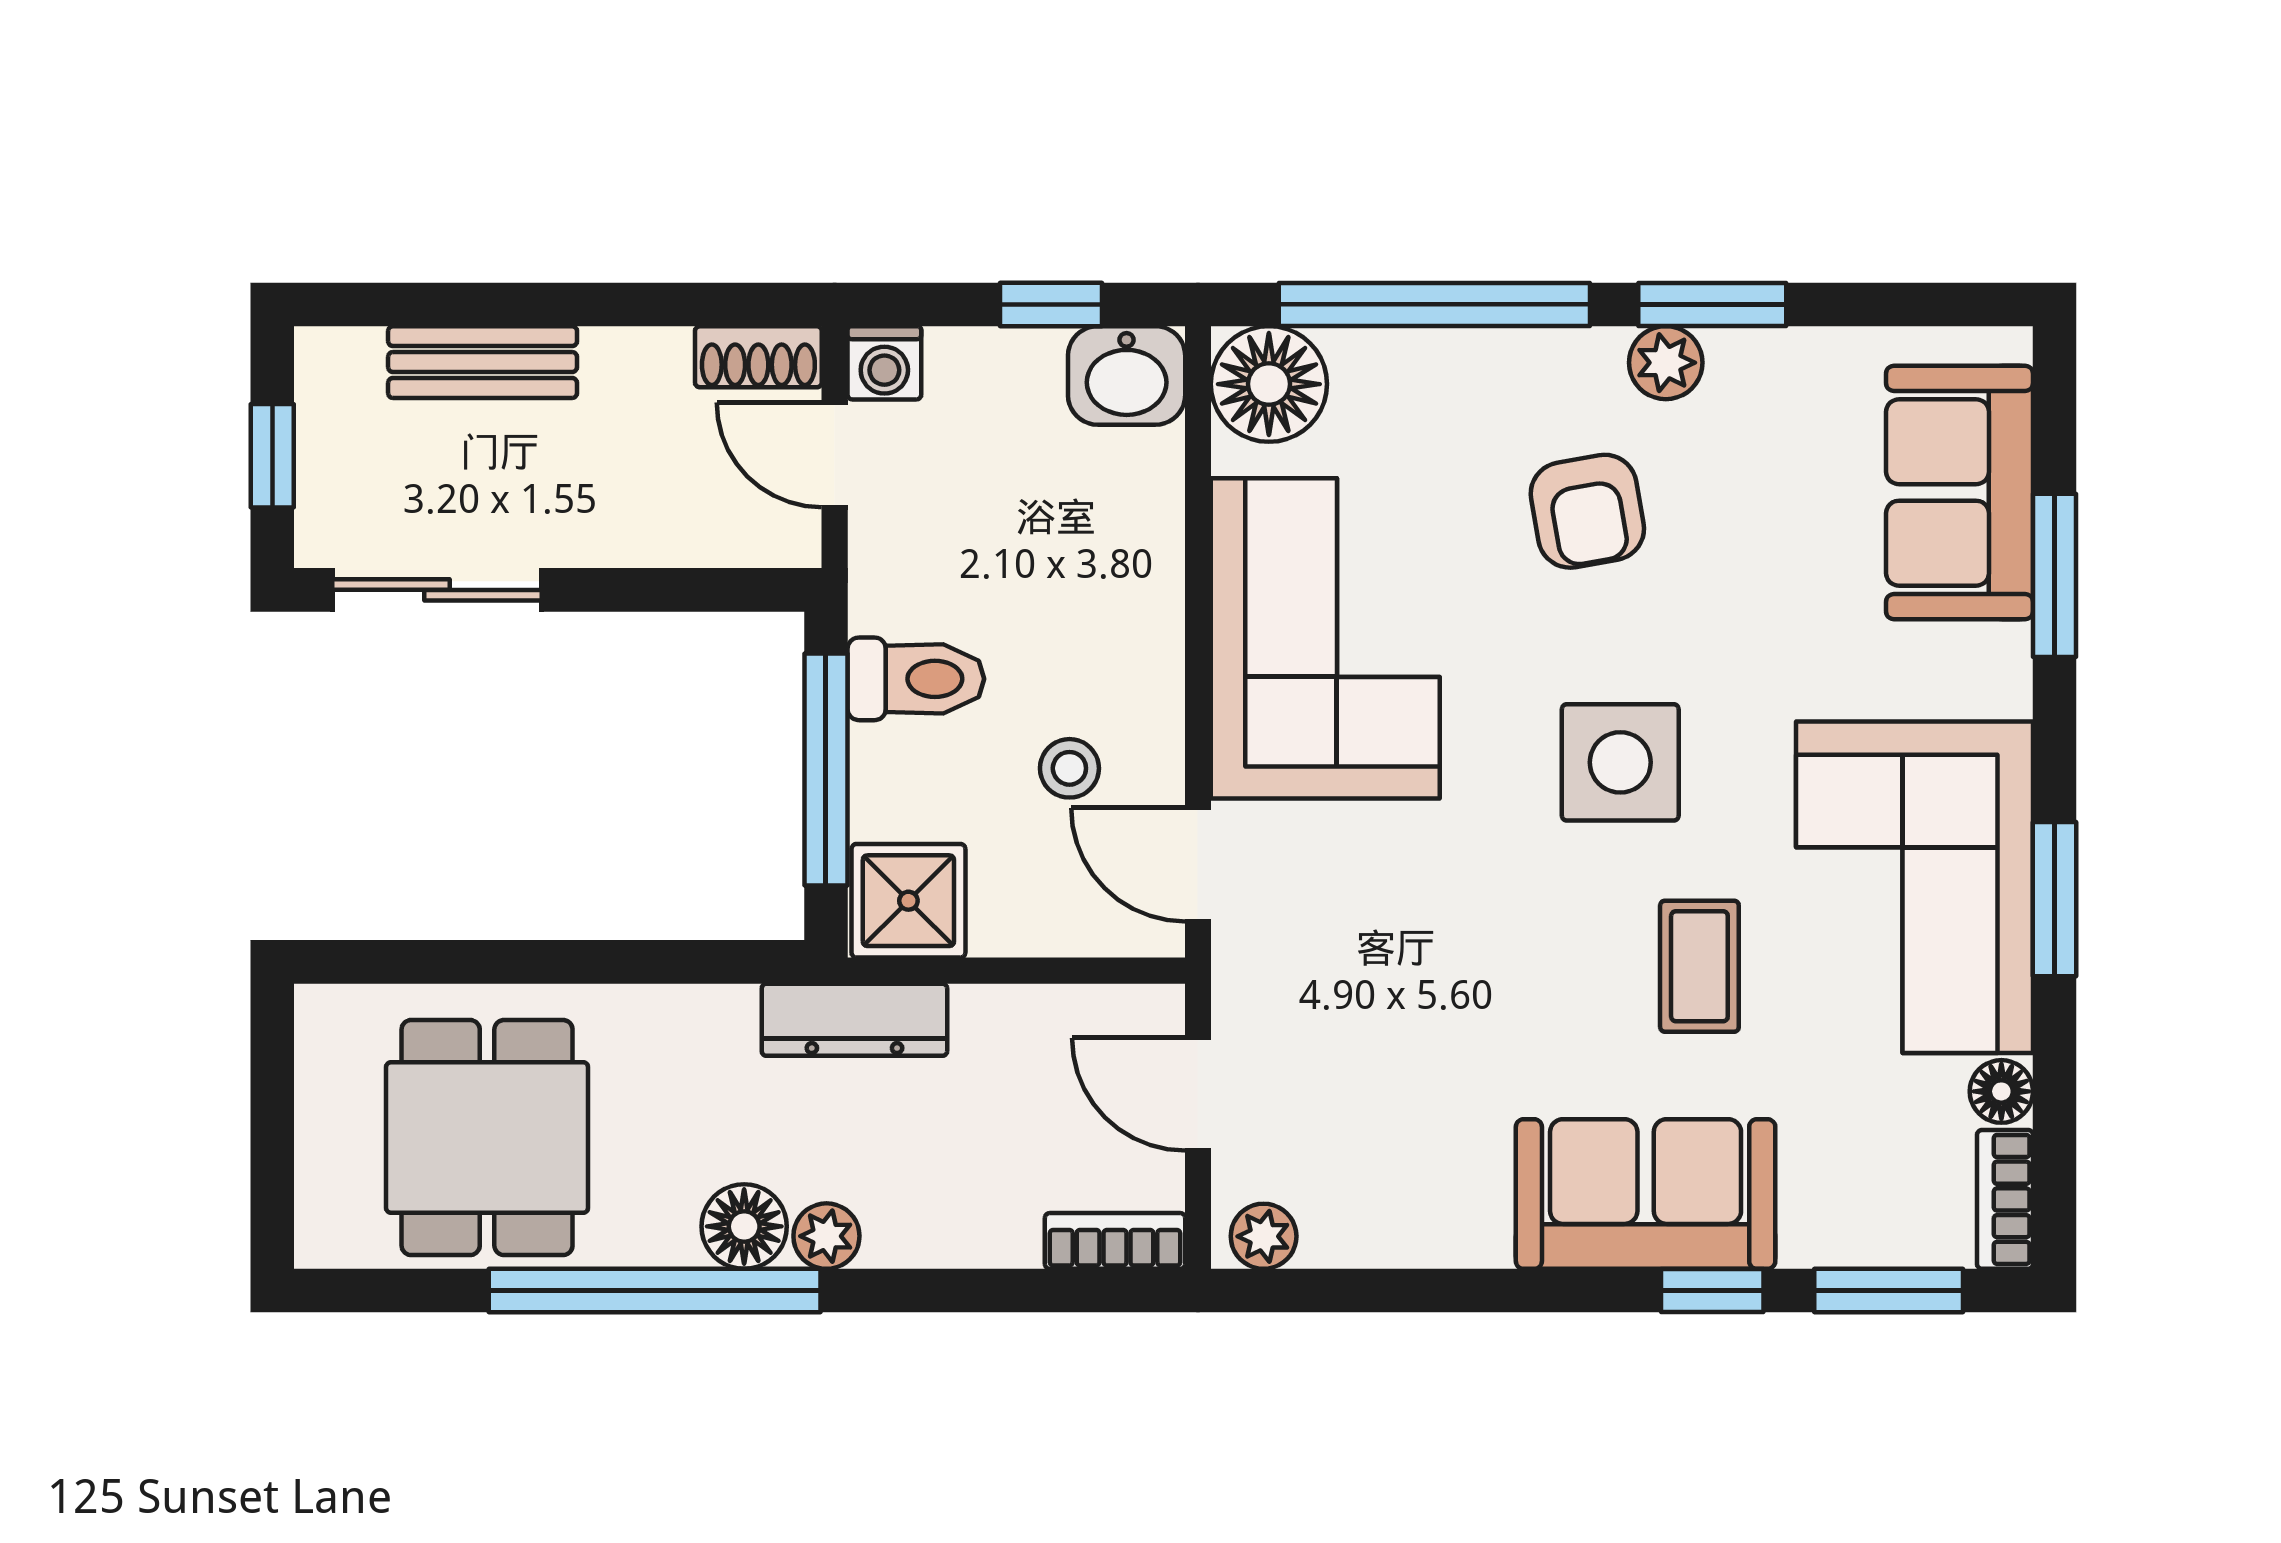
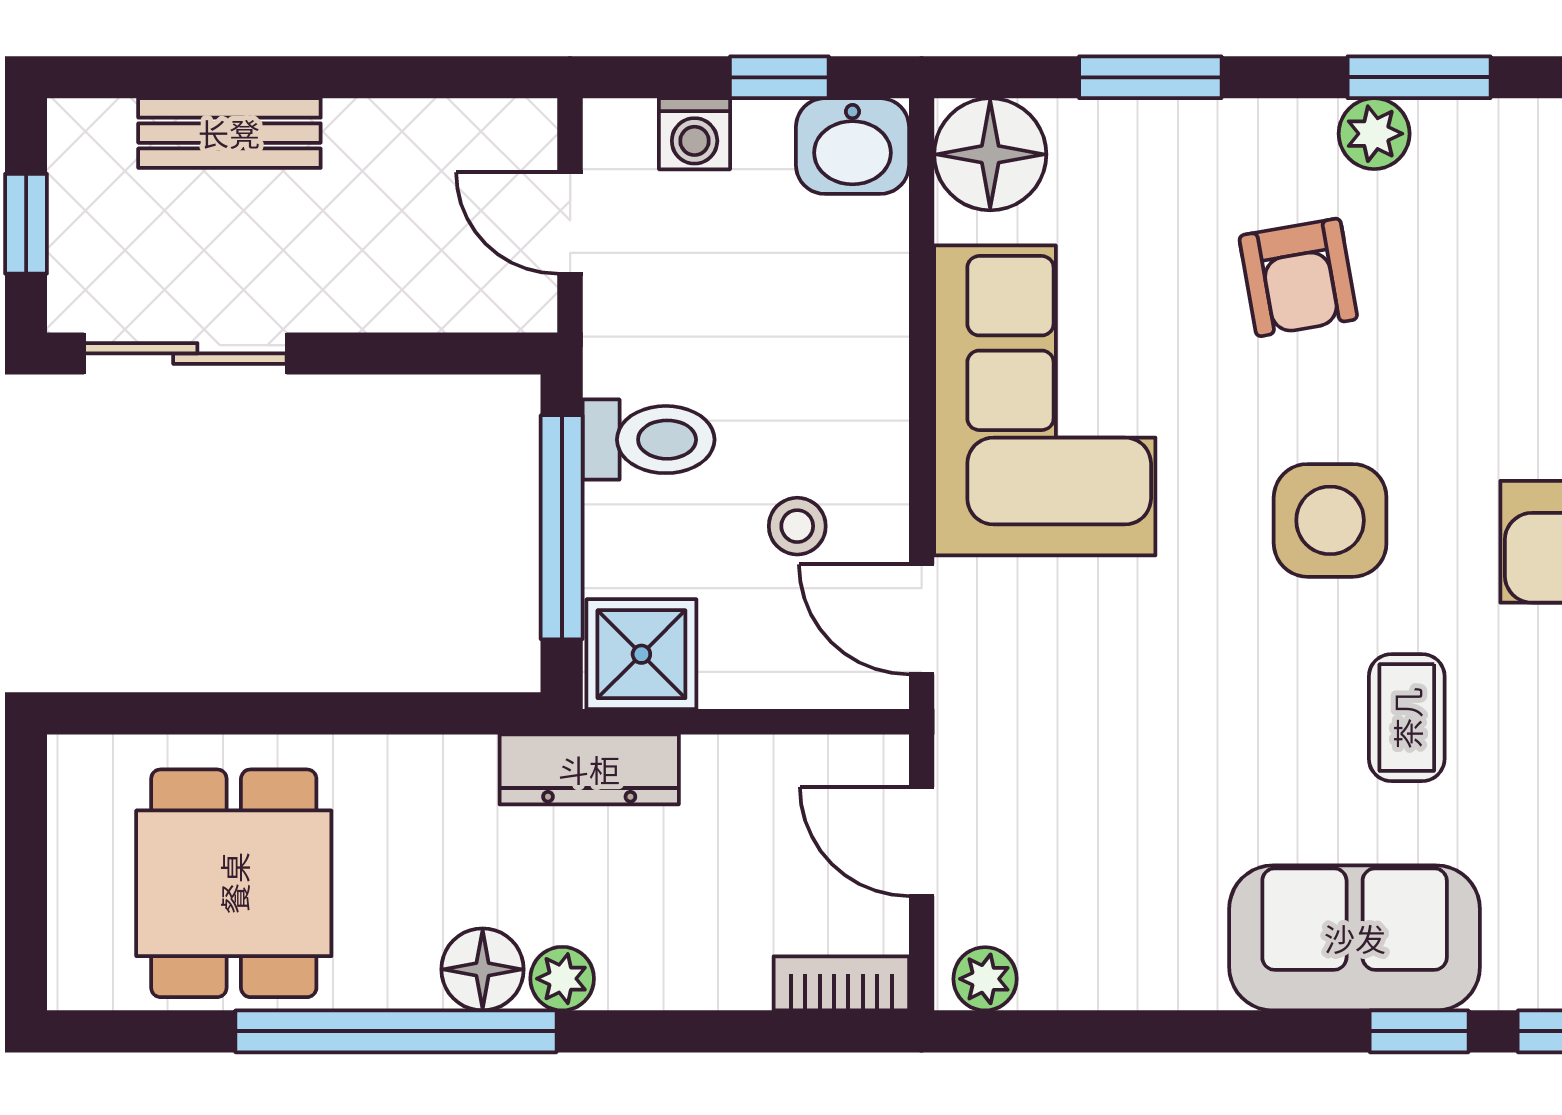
window: (1434, 304) -> (1150, 77), width x0.47
shoe rack: (758, 357) -> (496, 128), removed
washing machine: (884, 363) -> (695, 134), moved

